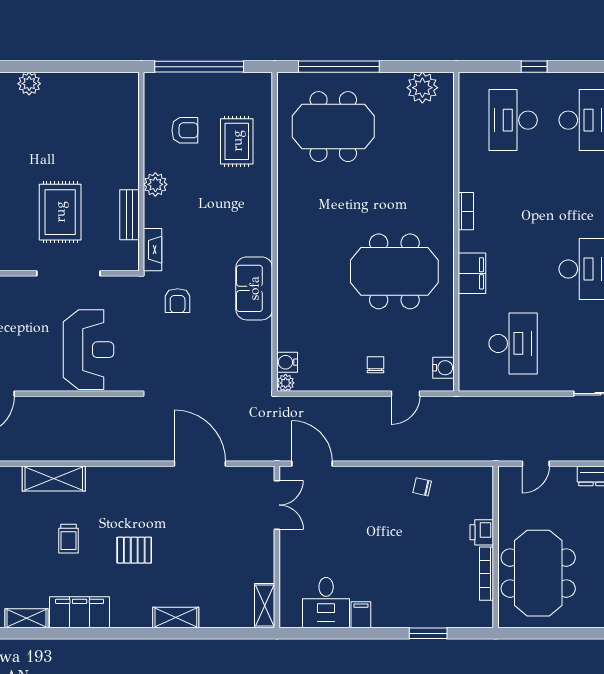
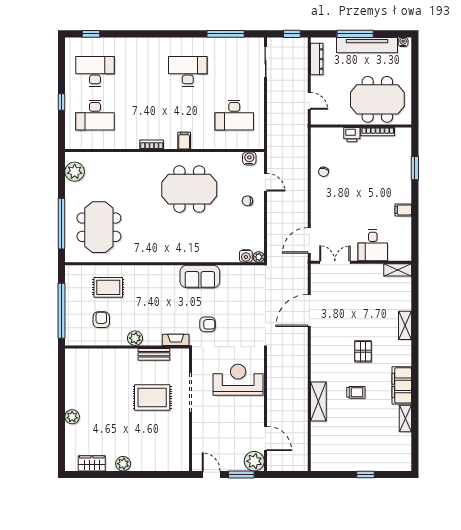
meeting table: (394, 271) -> (189, 189), turned 90
filing cabinet: (472, 273) -> (184, 141), width x0.50
desk: (513, 343) -> (234, 115), turned 180
desk: (326, 603) -> (373, 245), moved, turned 90

